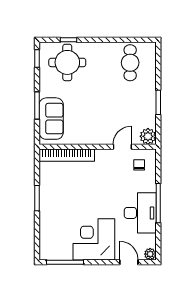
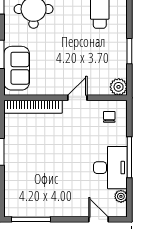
door: (122, 147) -> (77, 98), moved
corner desk: (94, 239) -> (62, 195), removed
plant: (150, 254) -> (121, 196), moved

